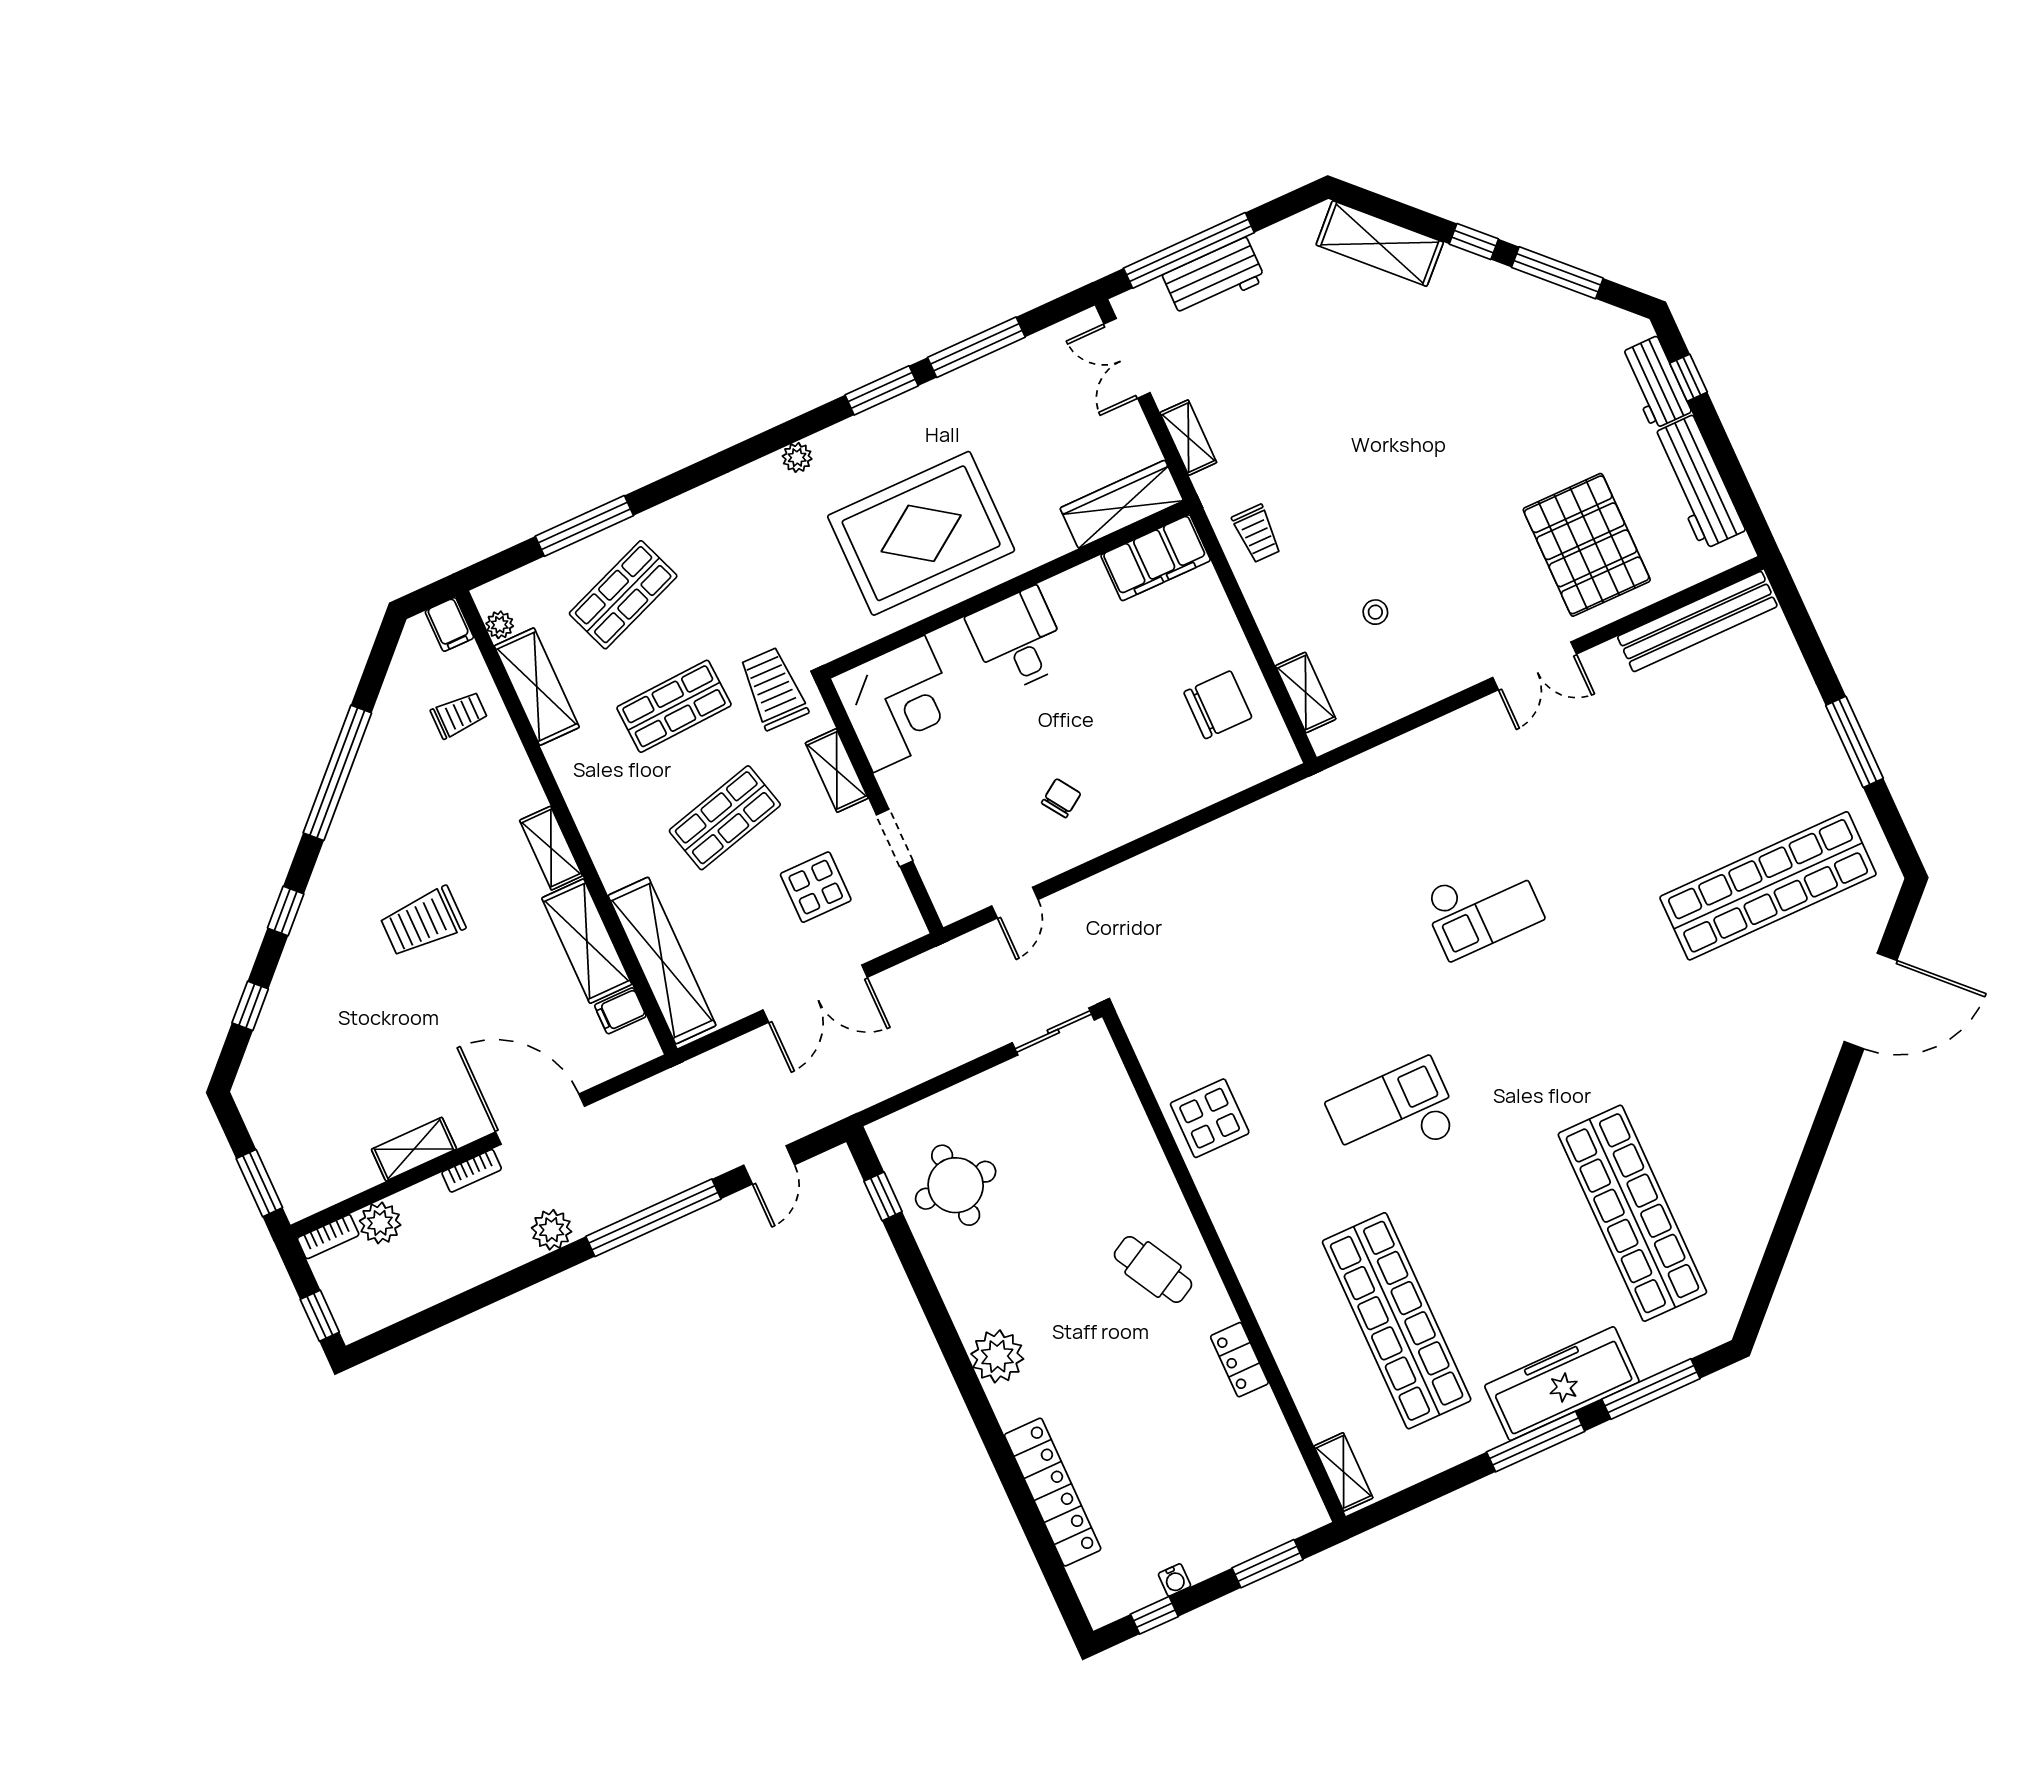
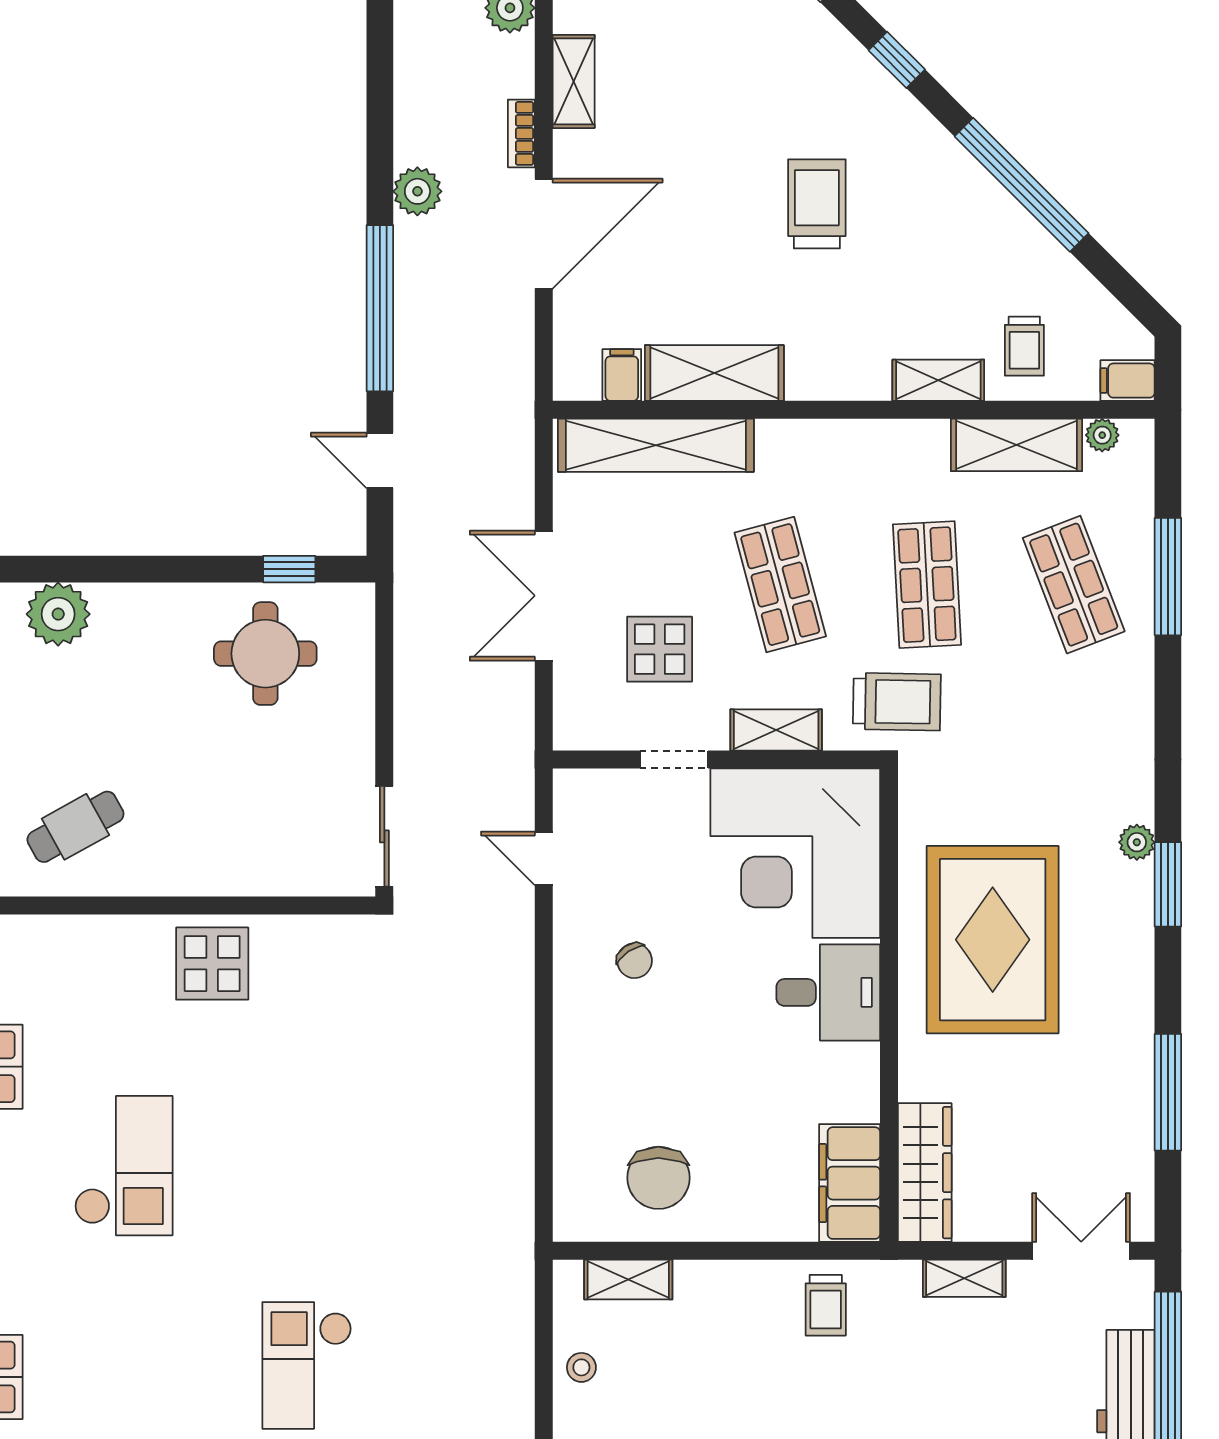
window: (882, 390) -> (1168, 884), moved
trolley: (1257, 534) -> (826, 1305), turned -90
stool: (1375, 612) -> (581, 1367), moved
corner desk: (899, 704) -> (795, 853), width x1.36, depth x1.36
shelving: (551, 848) -> (938, 380), moved

